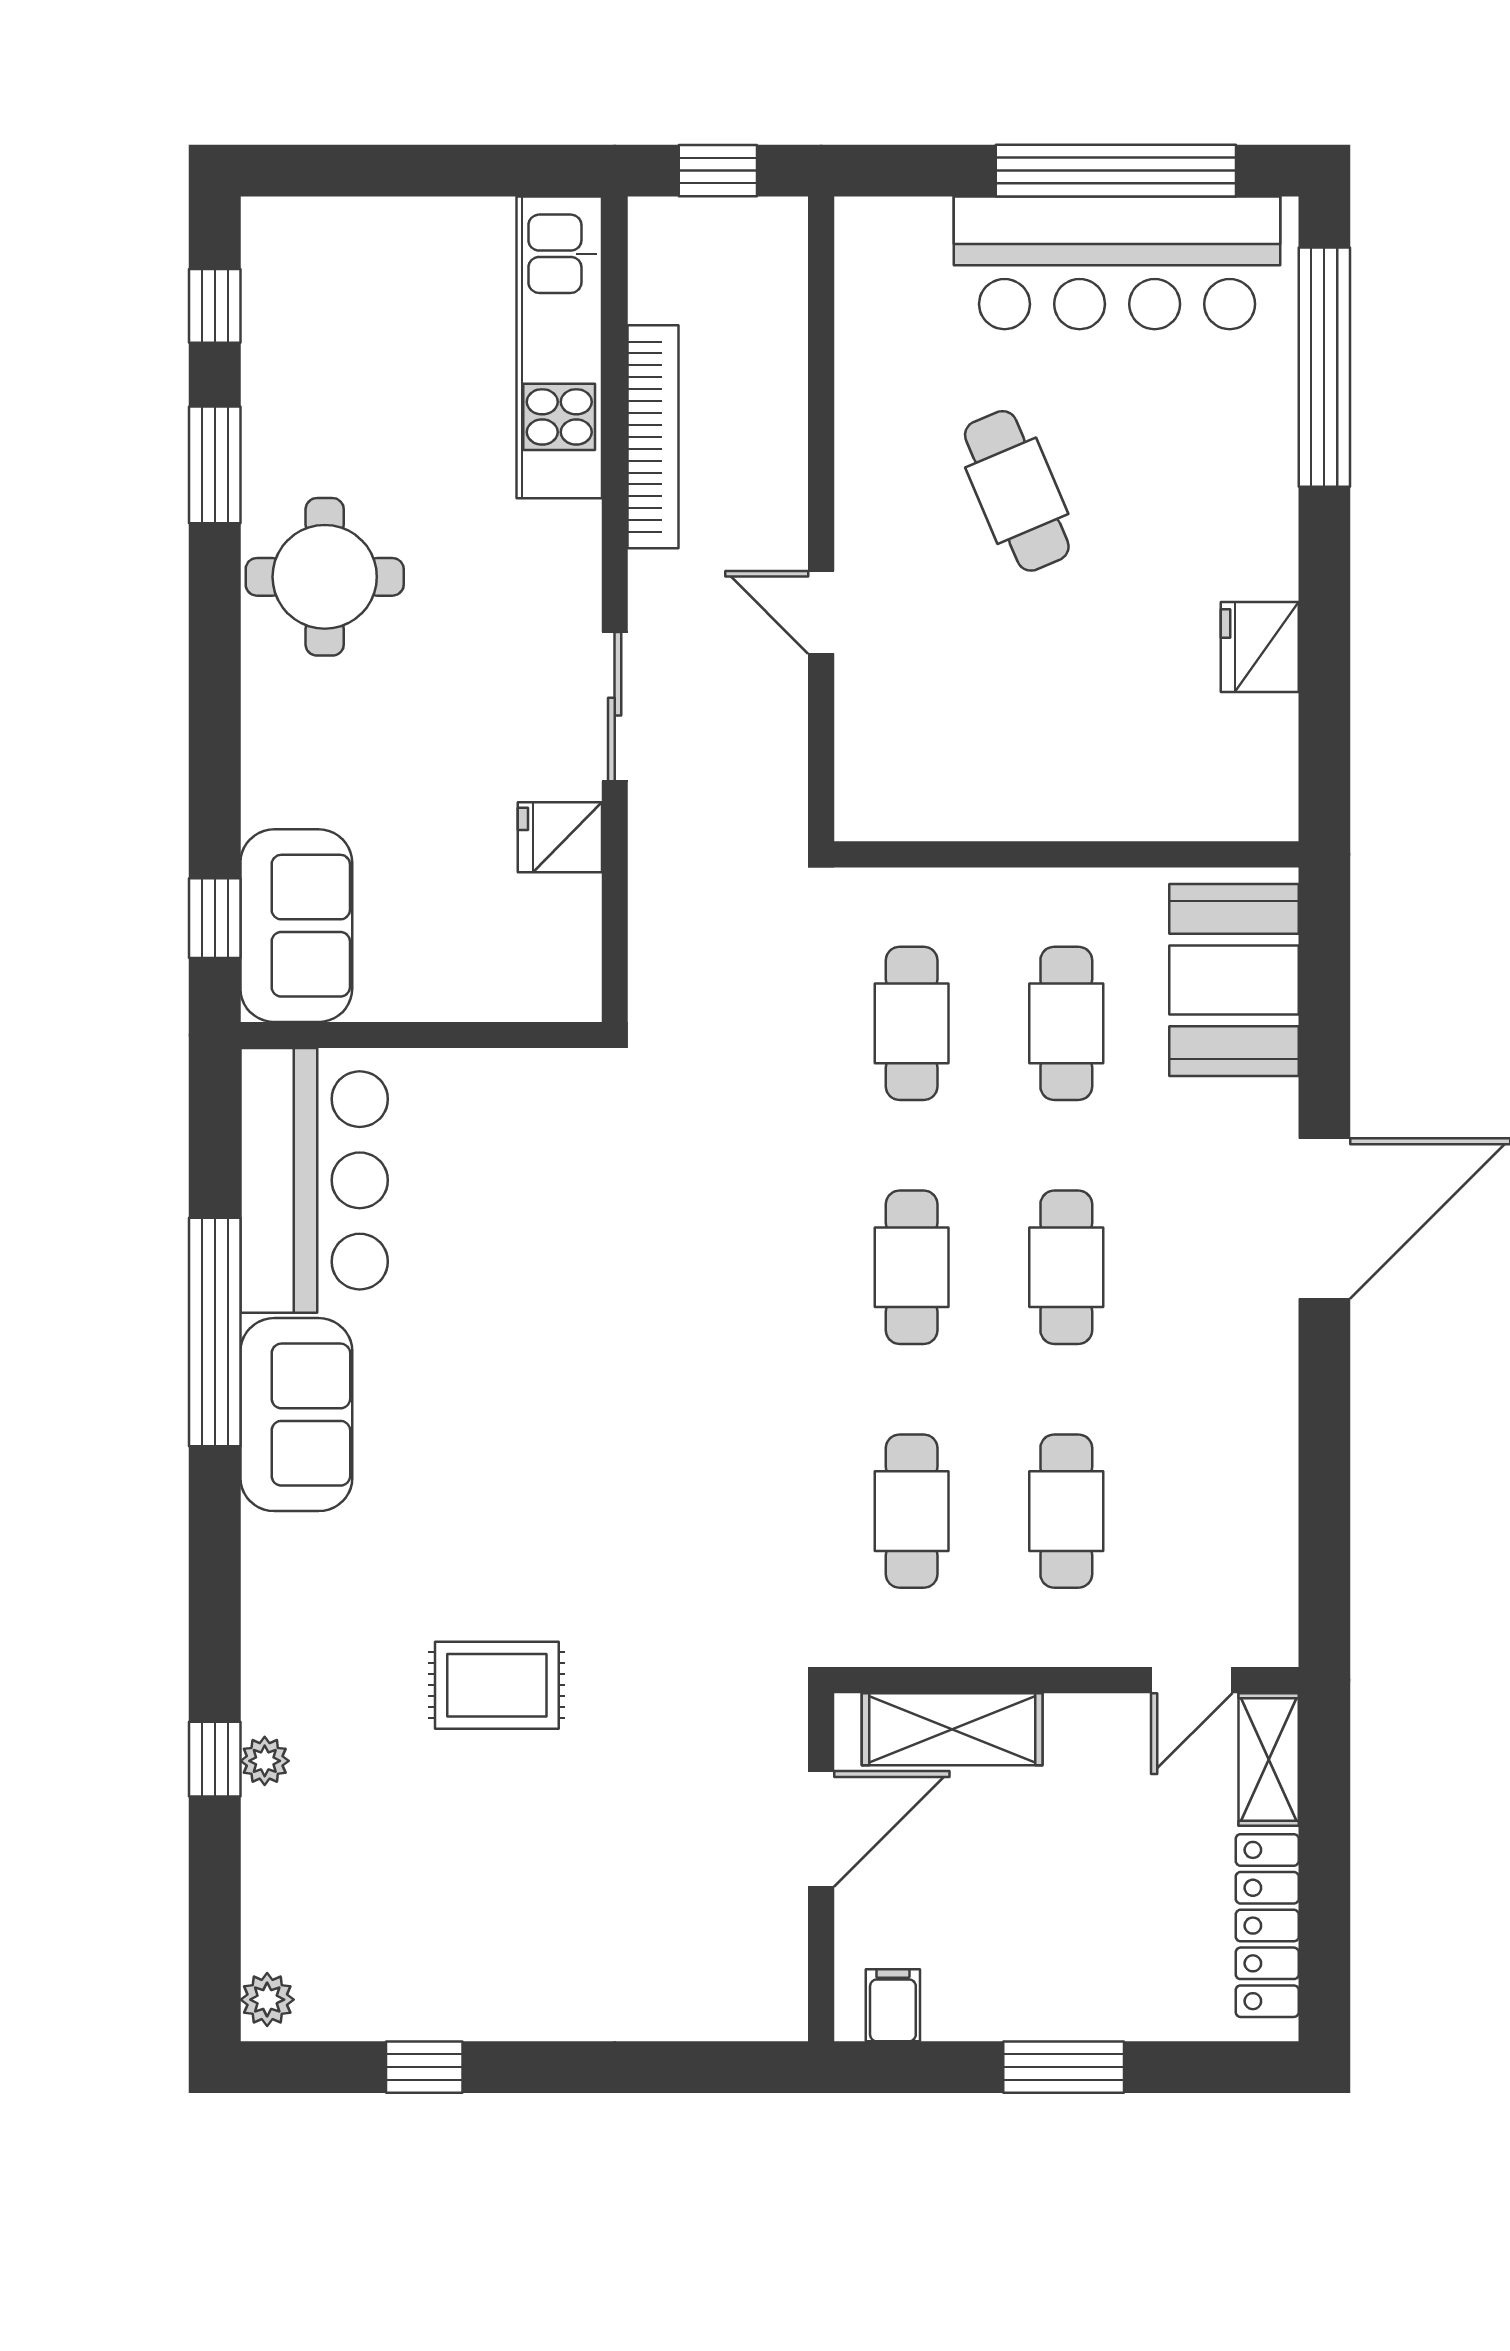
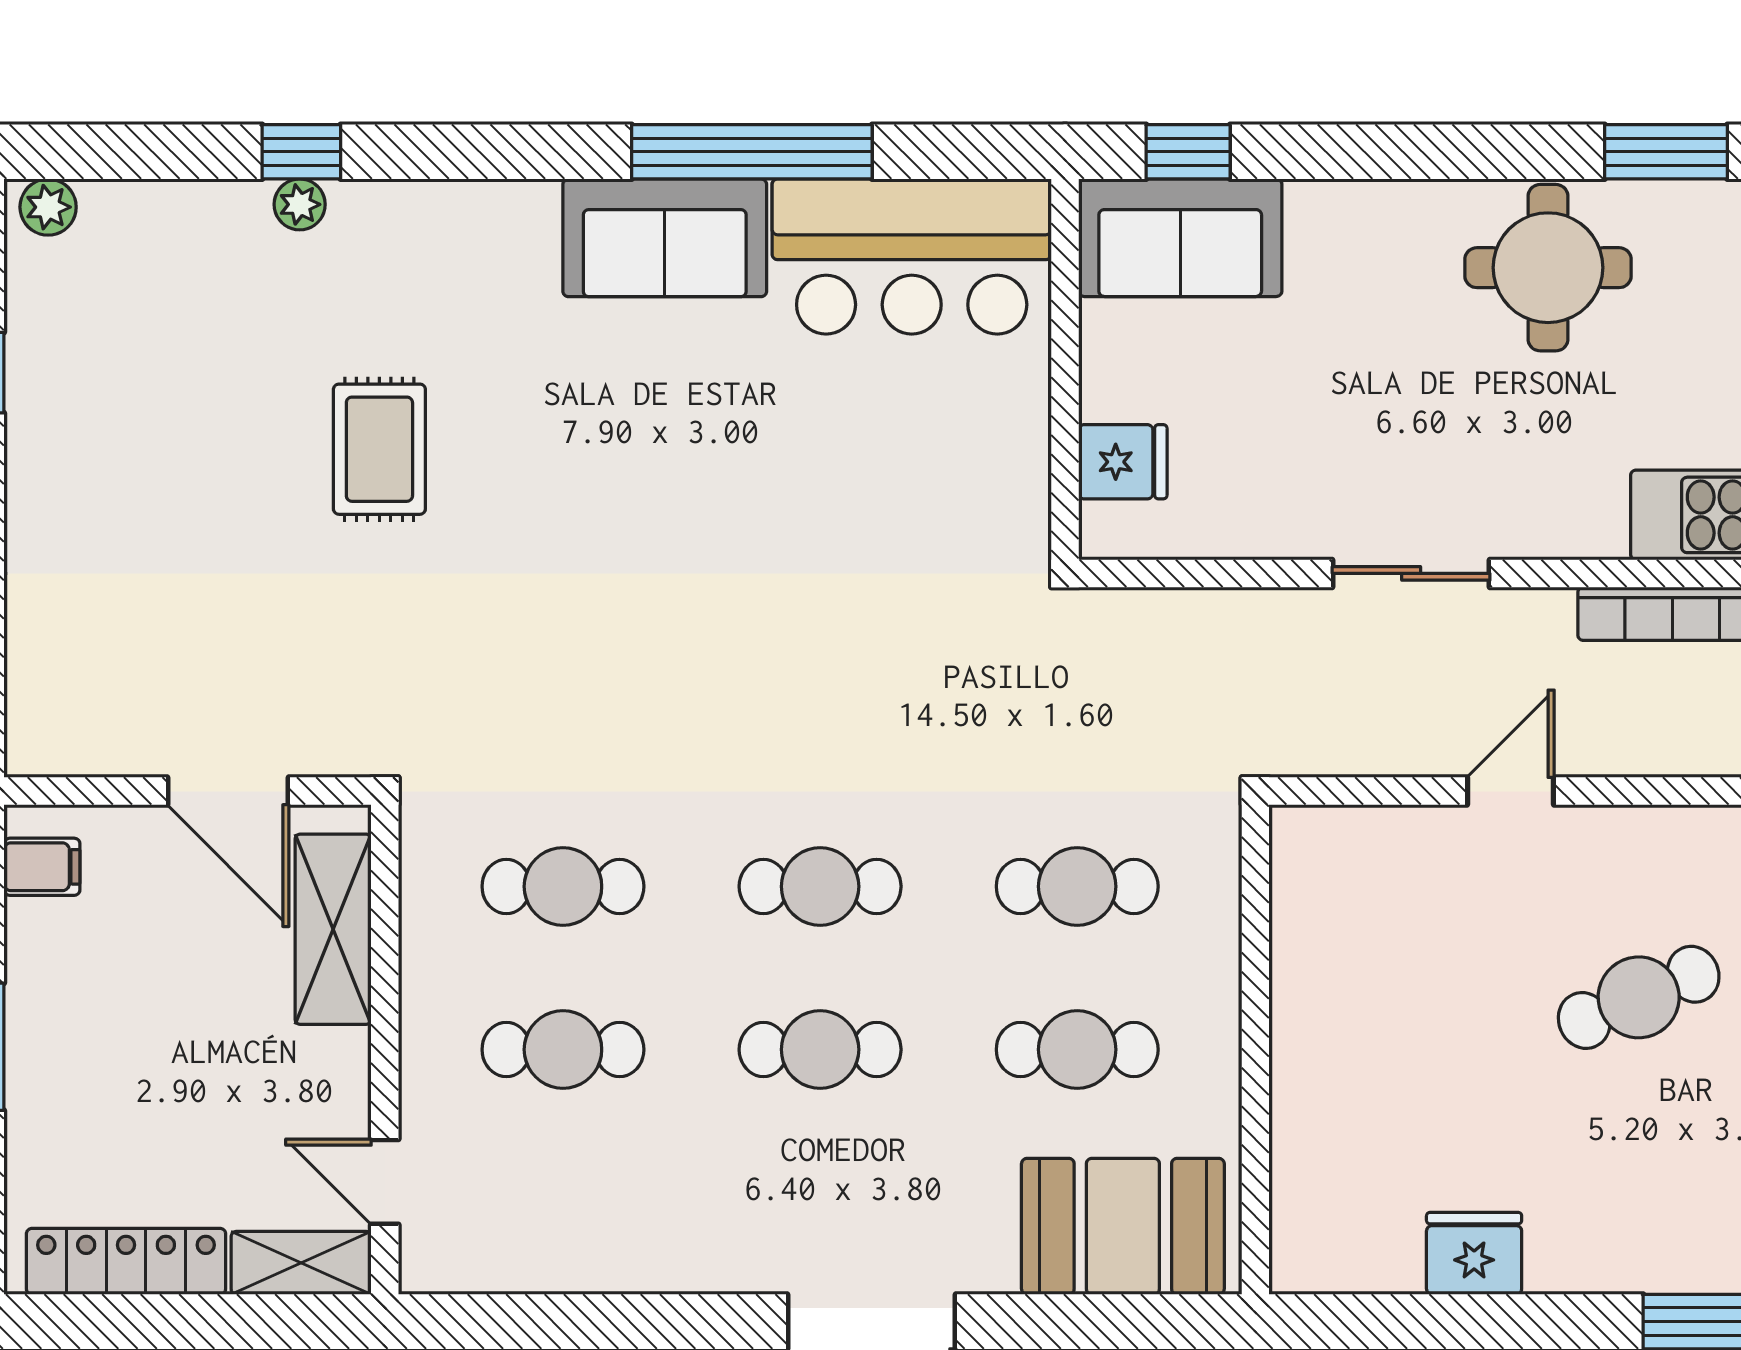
fridge: (560, 837) -> (1123, 462), moved, turned 90

